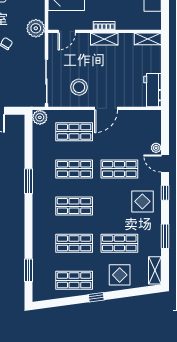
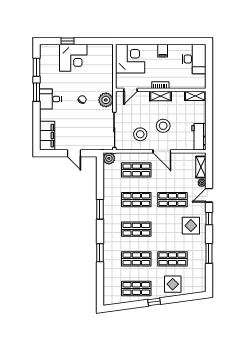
plant: (36, 28) -> (106, 100), moved
stool: (108, 76) -> (163, 126), added
door: (106, 108) -> (162, 151), hinge flipped
door: (165, 164) -> (209, 195), hinge flipped
window: (28, 270) -> (100, 253), moved
shelving: (155, 270) -> (201, 167), moved

